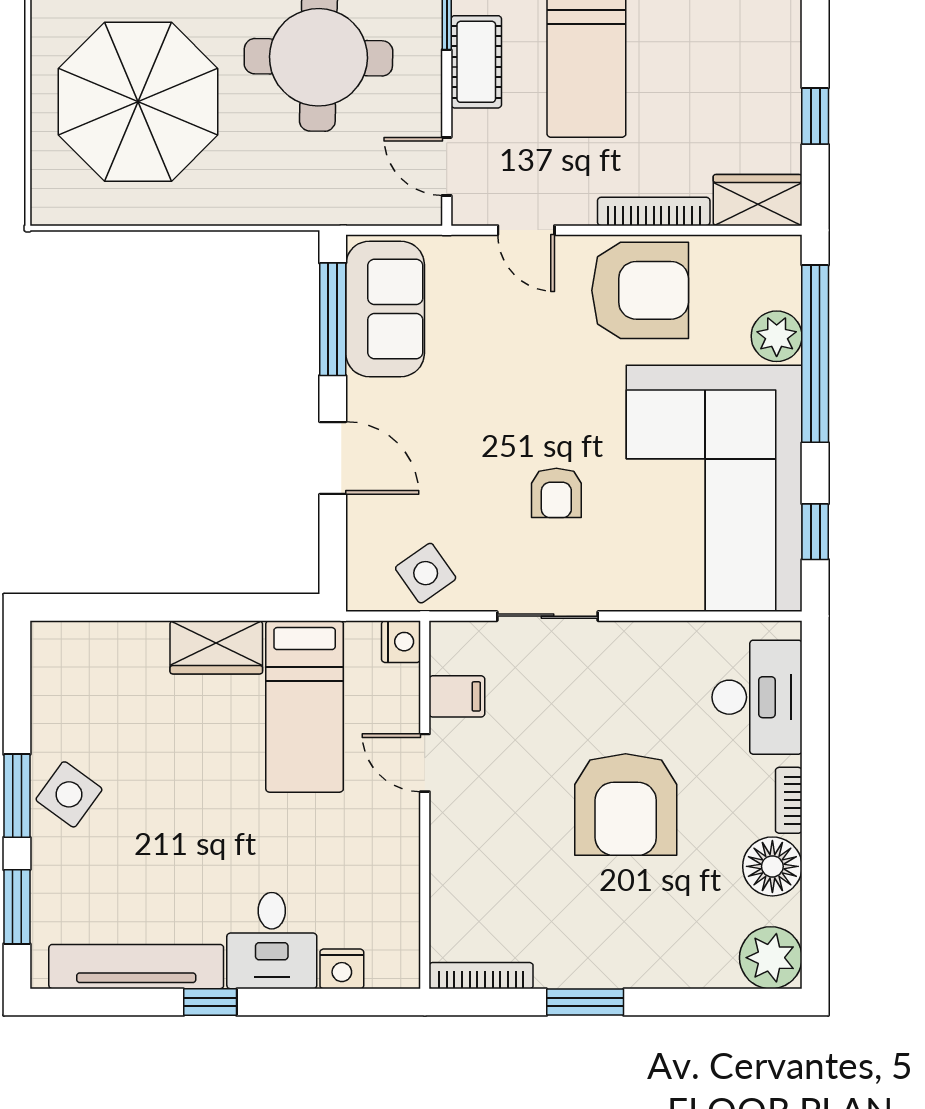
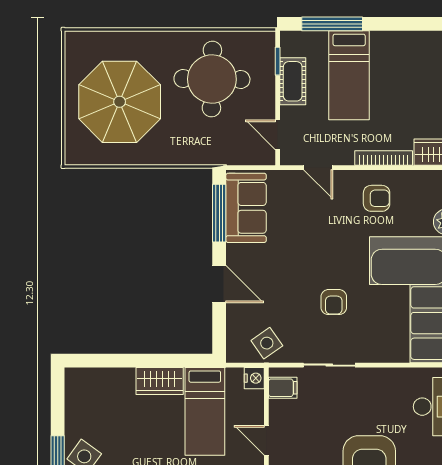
armchair: (640, 290) -> (377, 198), width x0.53, depth x0.53
filing cabinet: (457, 696) -> (283, 388), moved

